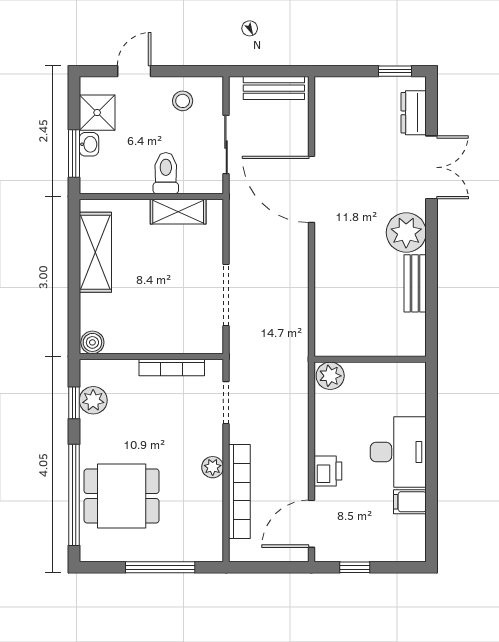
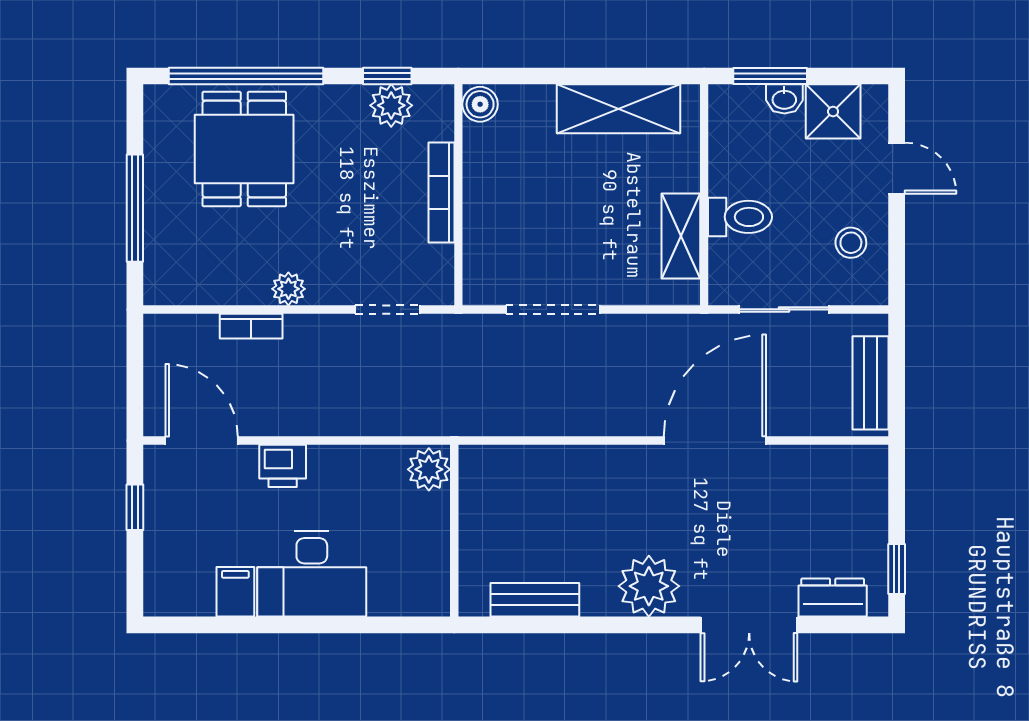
bench: (415, 283) -> (535, 600), moved
bookcase: (172, 368) -> (441, 192), moved
bookcase: (239, 492) -> (251, 326), width x0.43, depth x0.76

